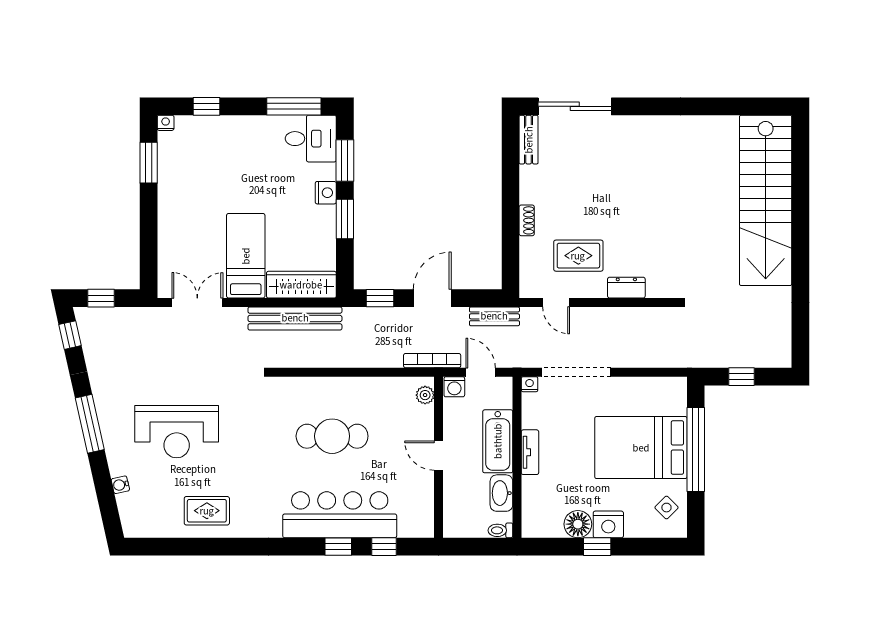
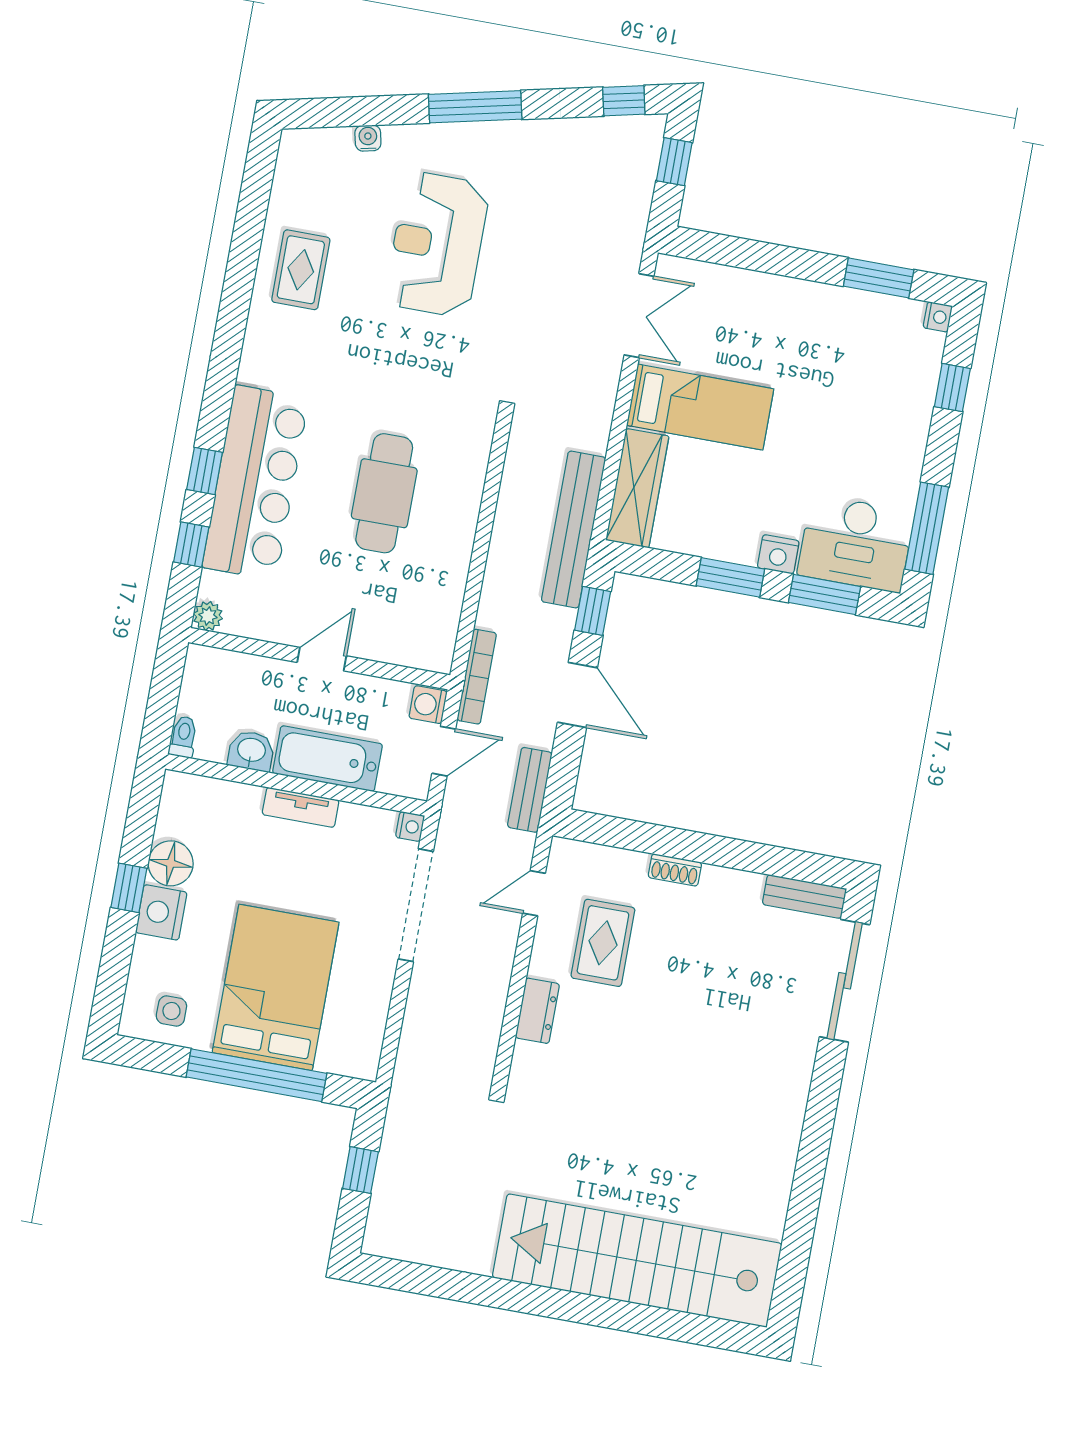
desk: (311, 139) -> (856, 543), width x1.37
bench: (295, 318) -> (573, 529), moved
plant: (425, 395) -> (208, 616), moved
washbasin: (501, 493) -> (251, 751), width x0.72
side table: (666, 508) -> (171, 1011), turned 45

